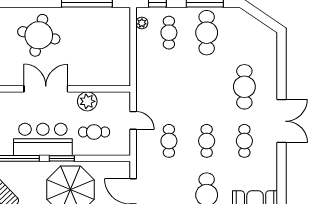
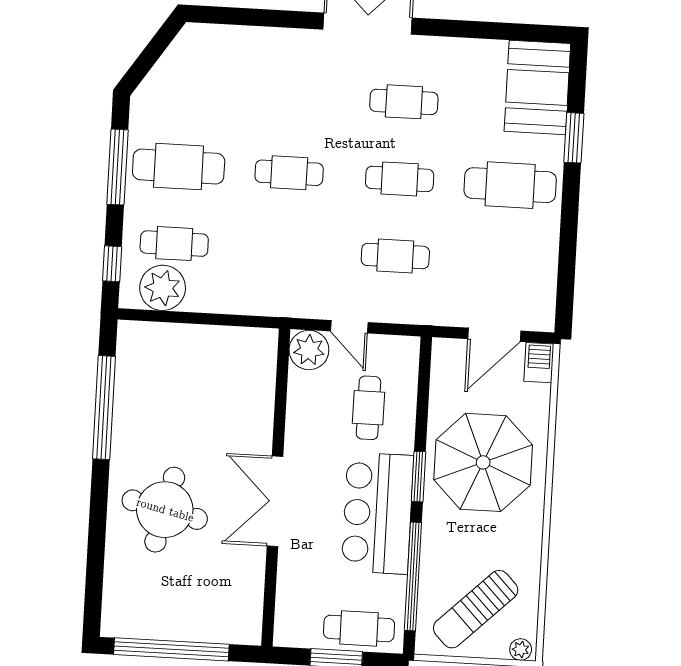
plant: (142, 23) -> (163, 288), width x1.88, depth x1.88
cafe table: (244, 87) -> (289, 173), moved, width x0.73, depth x0.74
plant: (87, 101) -> (309, 350), moved
door: (133, 120) -> (349, 327), swing flipped

